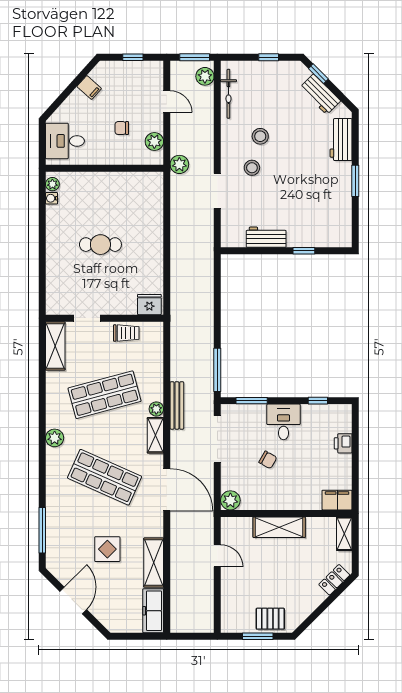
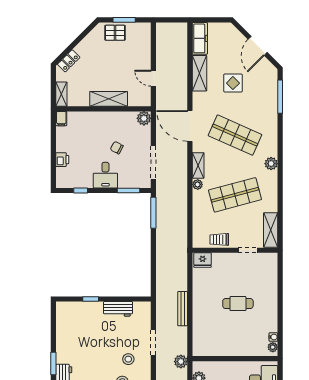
window: (355, 181) -> (53, 363), moved
bench: (177, 405) -> (183, 309), moved
filing cabinet: (337, 500) -> (61, 119), width x0.50

